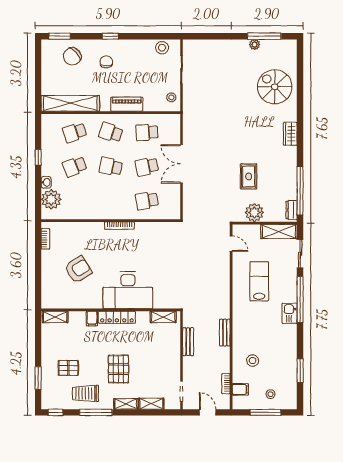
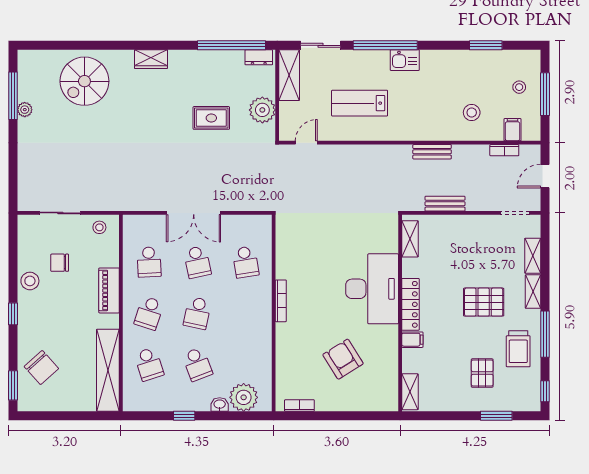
stool: (162, 48) -> (30, 281), moved
chair: (106, 62) -> (60, 263), moved

